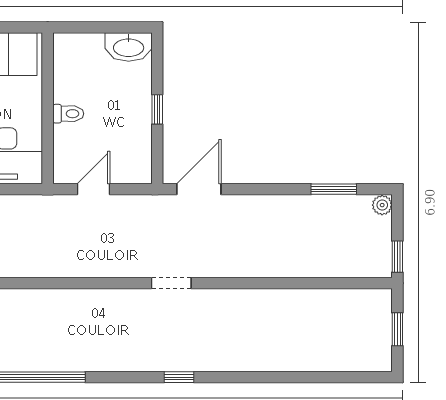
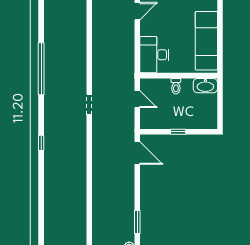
washbasin: (129, 47) -> (205, 86), moved, turned -90
doorway: (171, 283) -> (89, 104), moved

